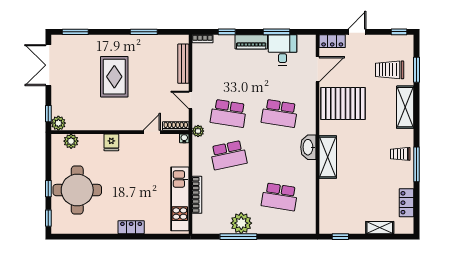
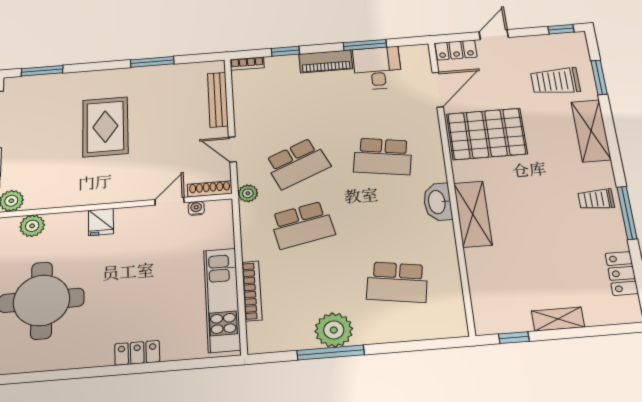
school desk: (228, 113) -> (297, 163), turned -33
water cooler: (184, 138) -> (196, 208), moved
shelving: (380, 228) -> (558, 319), moved

